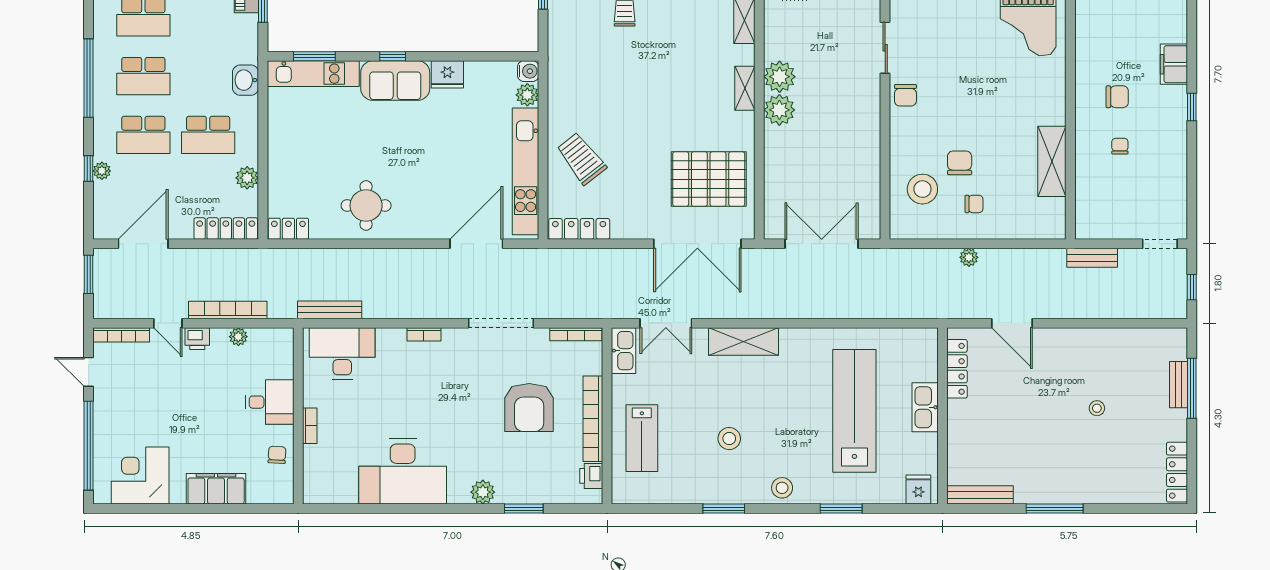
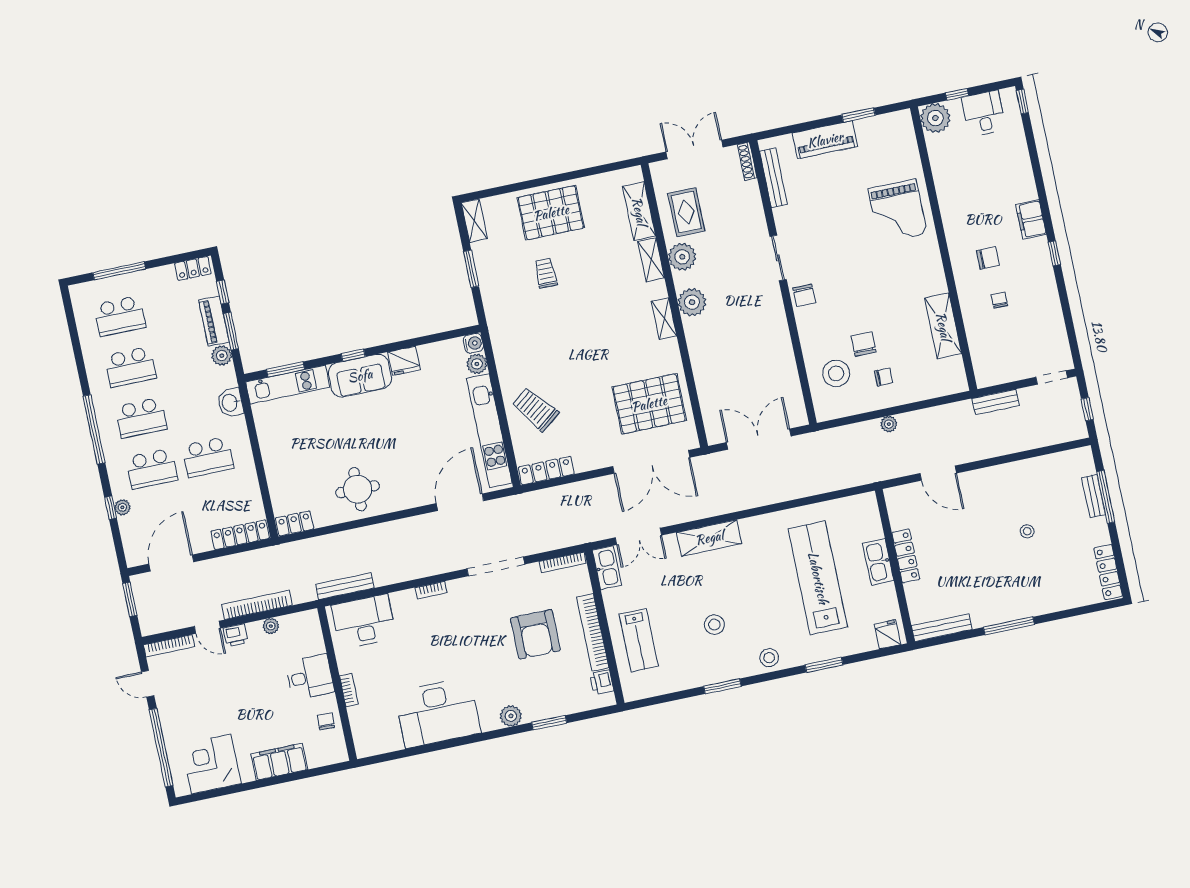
plant: (779, 110) -> (682, 257), moved
plant: (247, 178) -> (222, 356), moved
locker: (957, 369) -> (906, 556), moved

